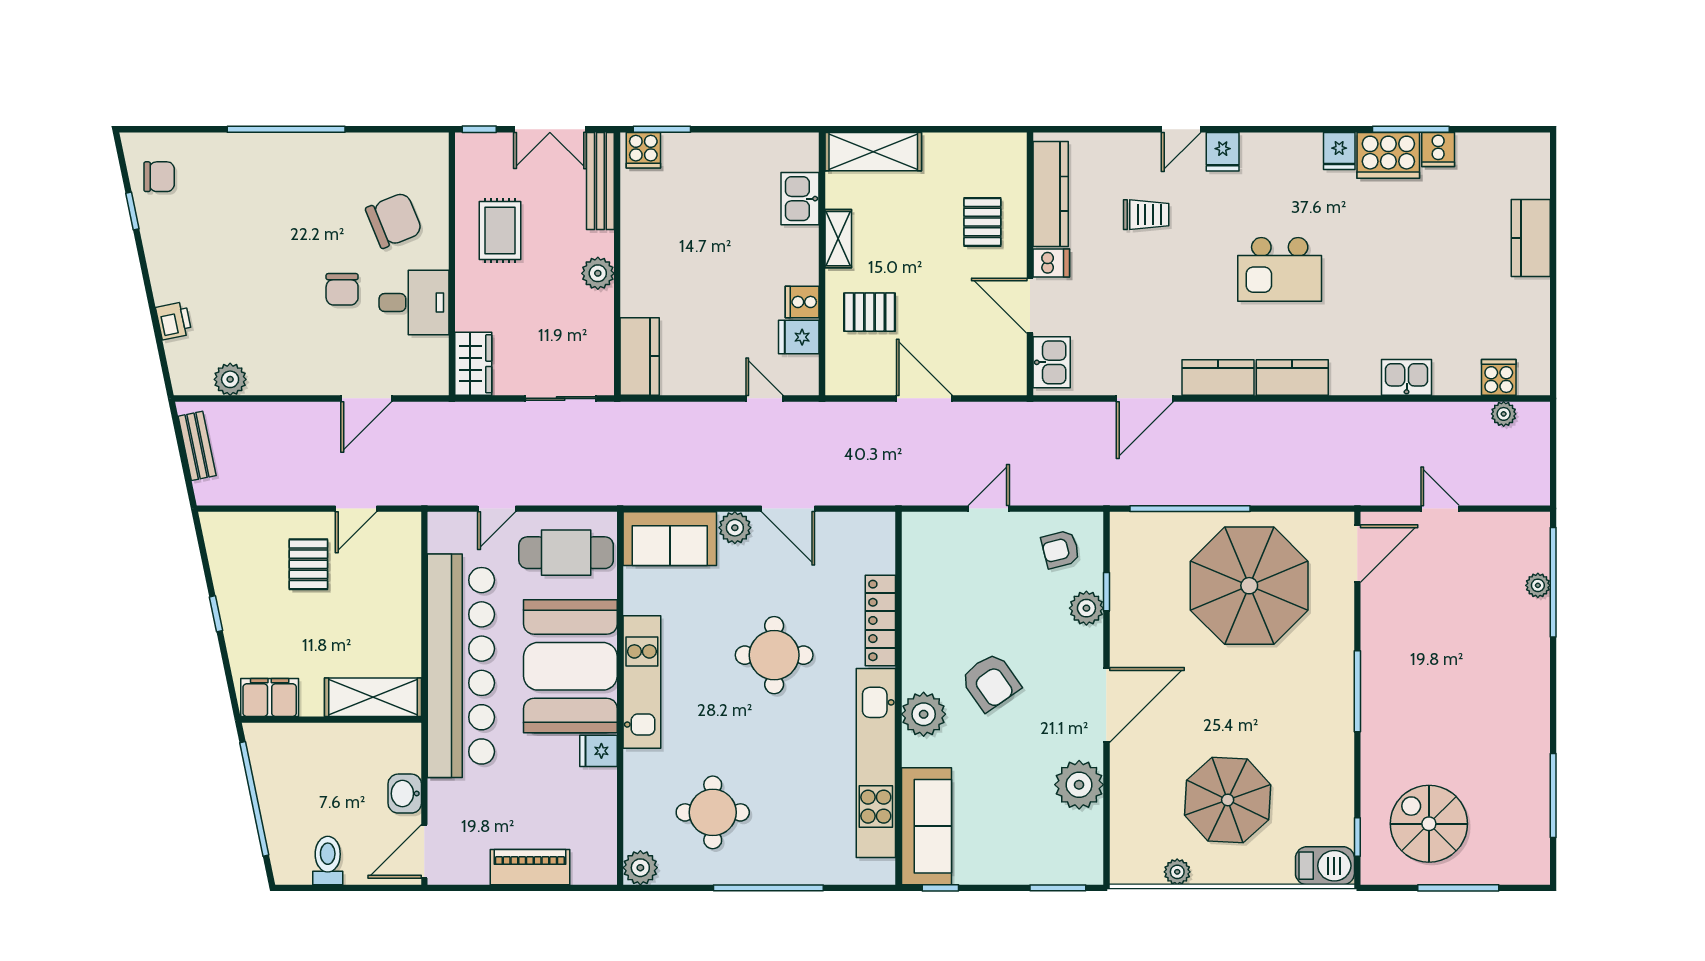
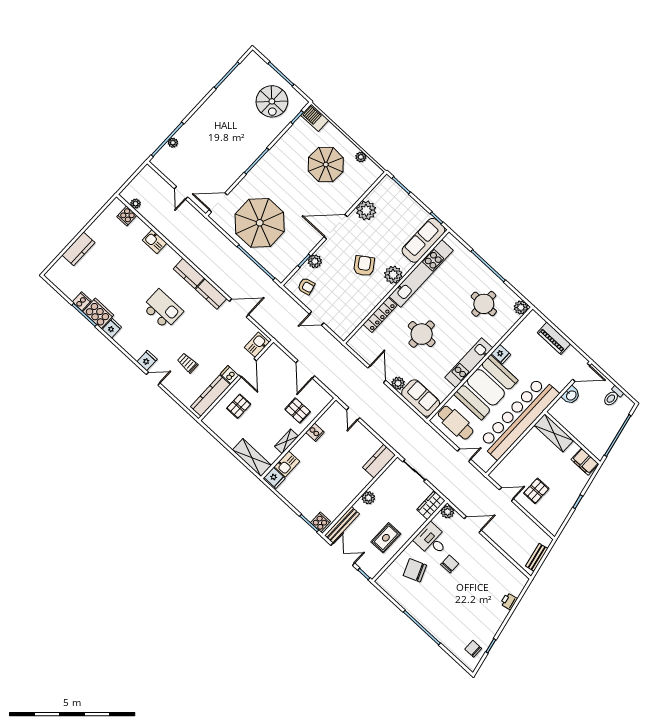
fridge: (799, 337) -> (275, 478), moved
plant: (230, 379) -> (447, 512), moved

